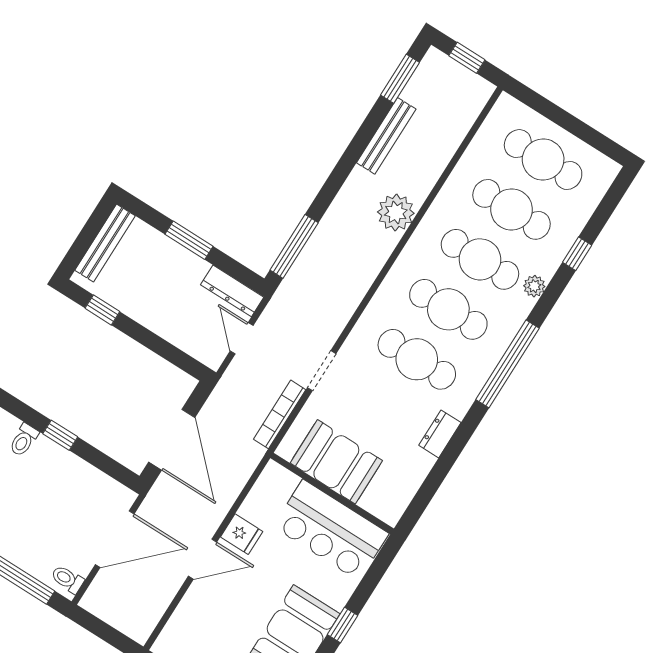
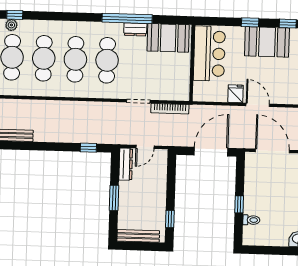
plant: (396, 213) -> (45, 110), removed
window: (294, 246) -> (88, 148), width x0.46
plant: (534, 286) -> (11, 25), moved
window: (508, 364) -> (127, 18), moved
booth: (336, 462) -> (168, 38), moved, turned 90

